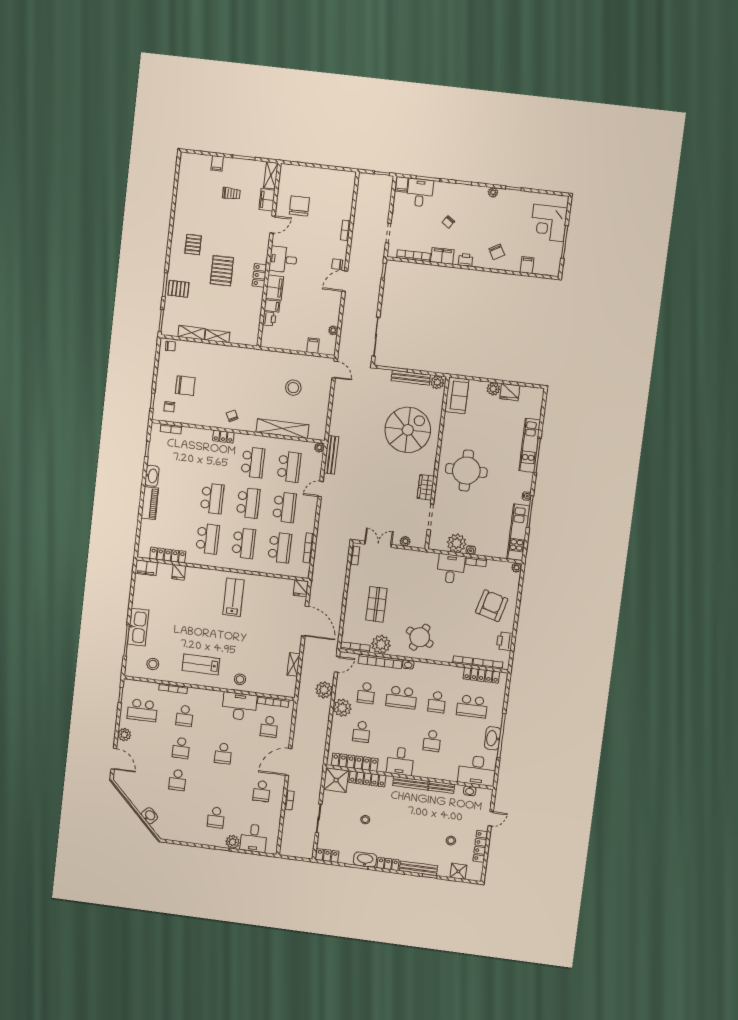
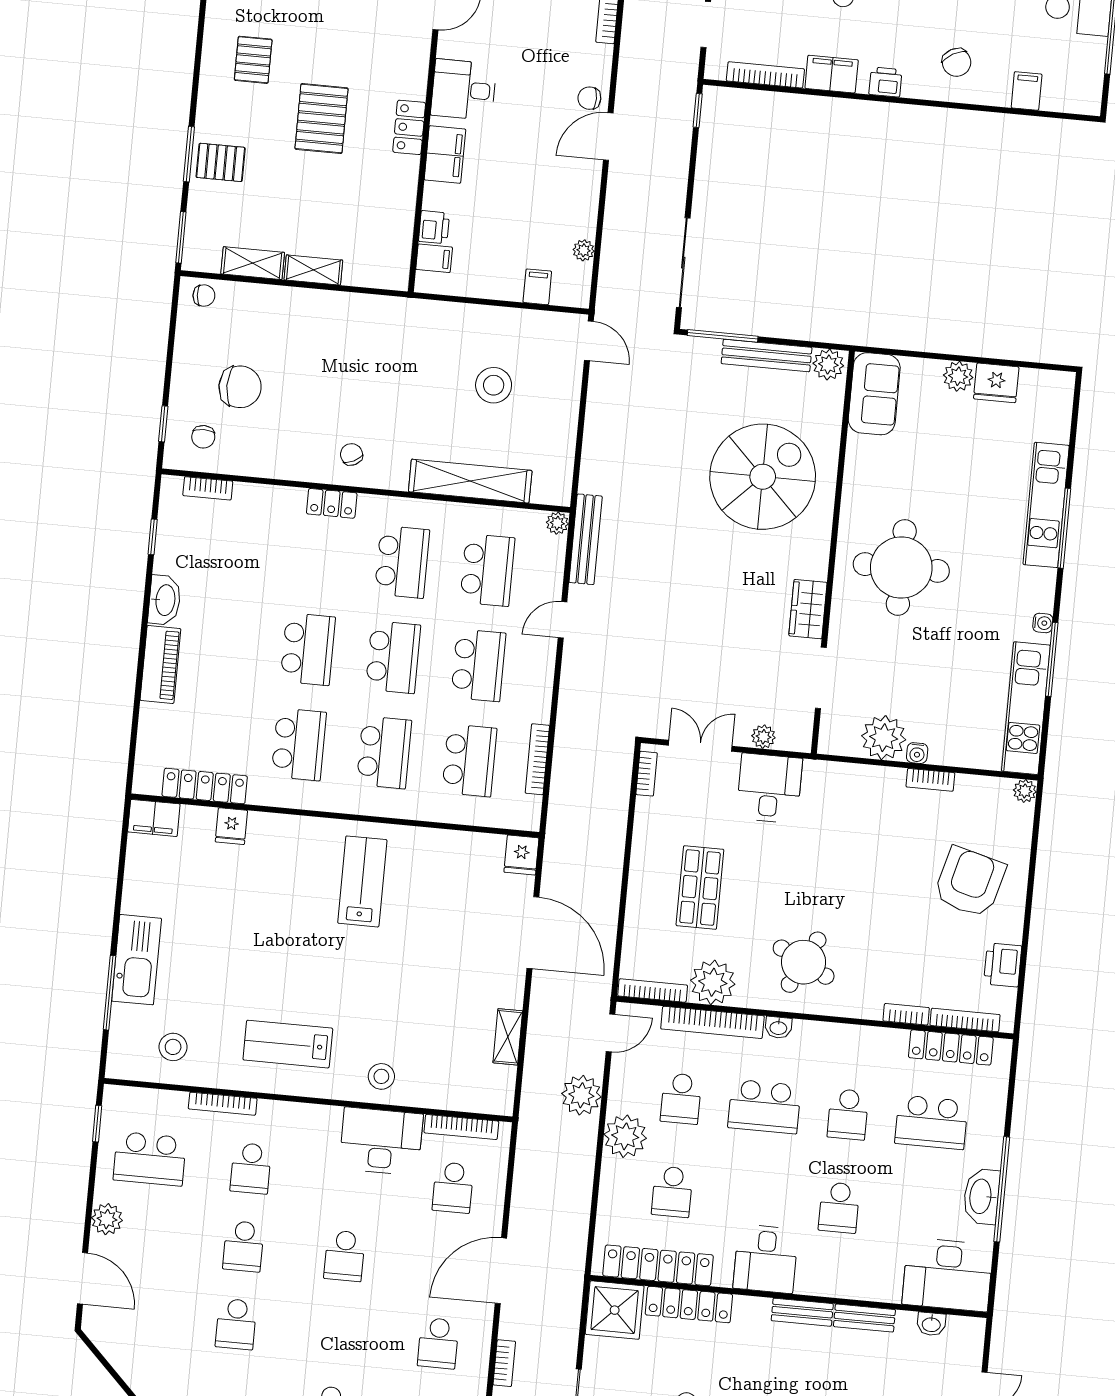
filing cabinet: (272, 306) -> (434, 258), moved
desk: (451, 569) -> (769, 788), moved
bench: (411, 783) -> (802, 1312), width x0.73

